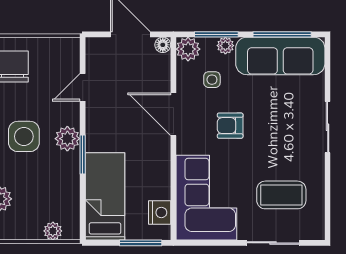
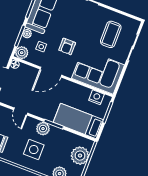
plant: (53, 231) -> (80, 156), width x1.87, depth x1.87

